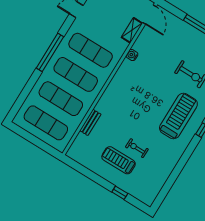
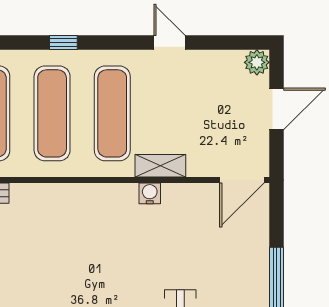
shelving: (132, 30) -> (160, 166), moved
window: (50, 52) -> (63, 43), width x0.32

